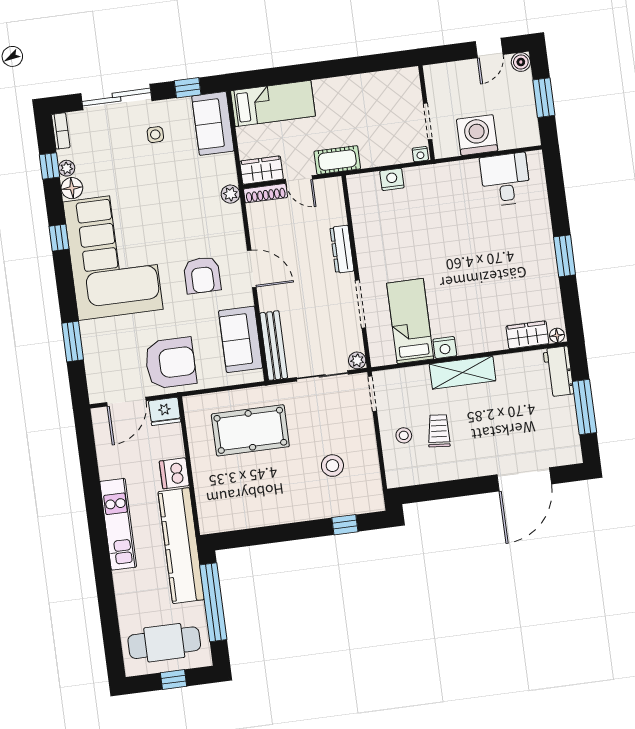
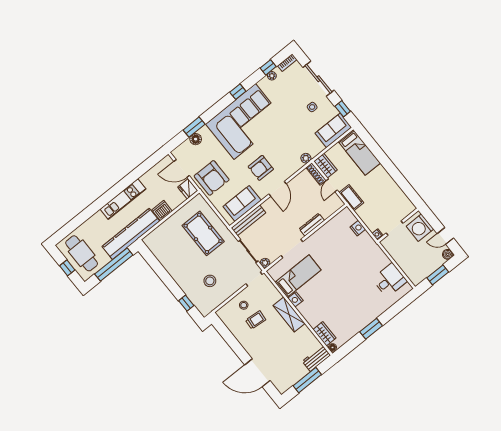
washing machine: (477, 135) -> (420, 228), moved, turned 180
floor lamp: (72, 188) -> (196, 139), moved

